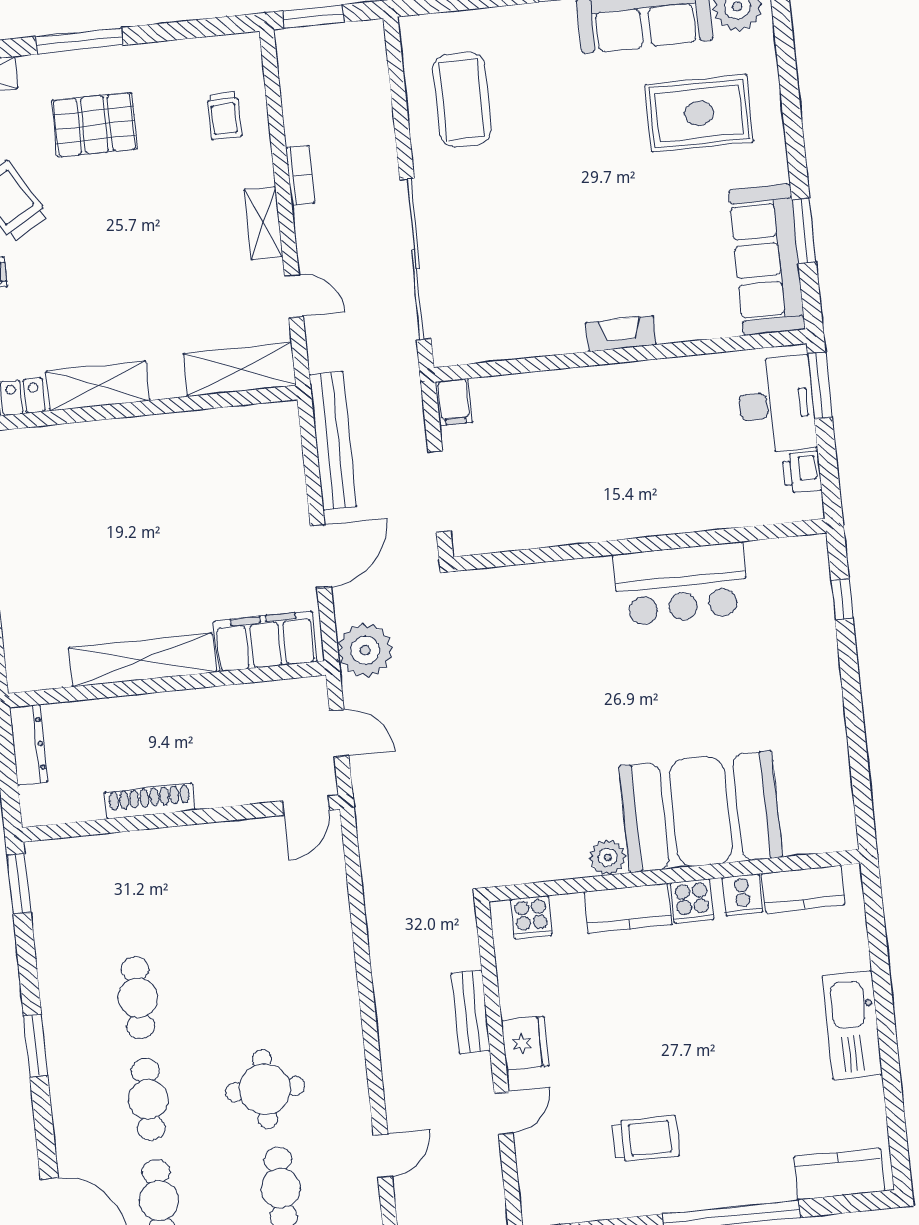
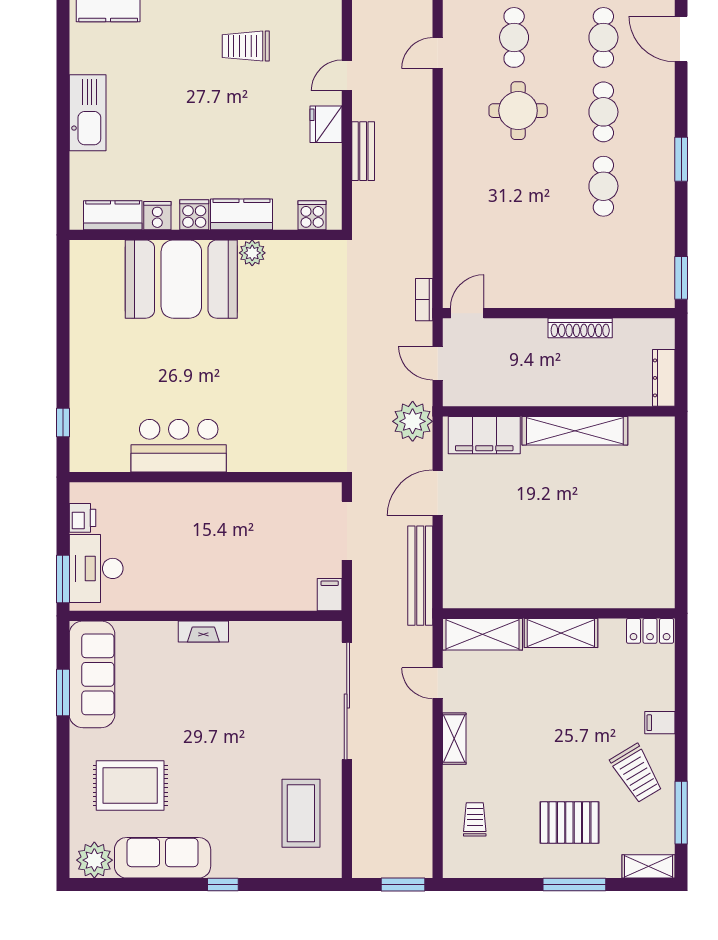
bookcase: (300, 175) -> (424, 300), moved
shelving: (98, 386) -> (561, 633), moved

